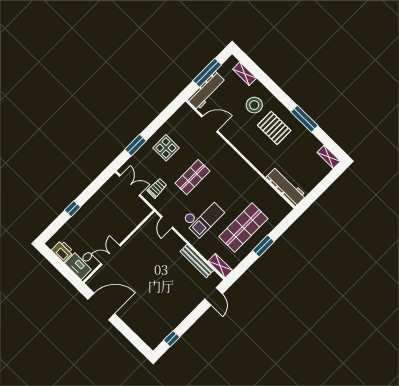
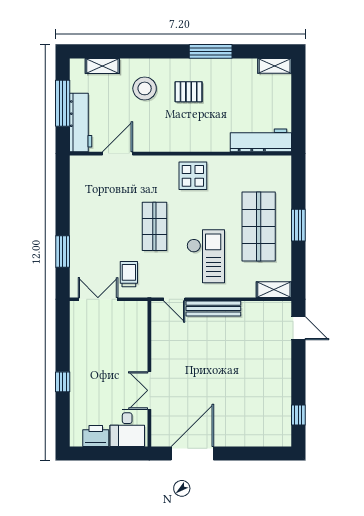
pallet: (274, 128) -> (189, 92), width x0.67, depth x0.71
display table: (166, 148) -> (193, 176), moved
bench: (197, 261) -> (213, 309), moved

